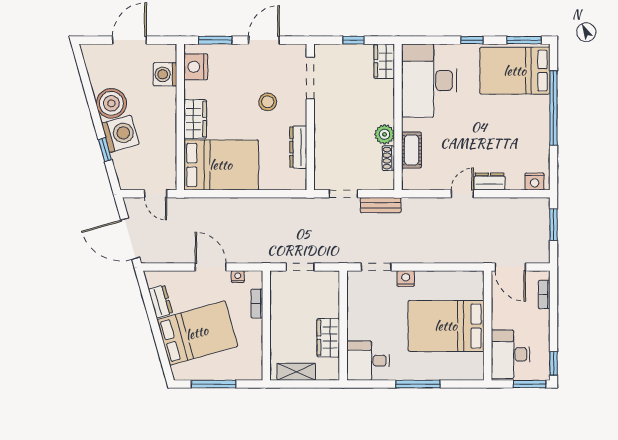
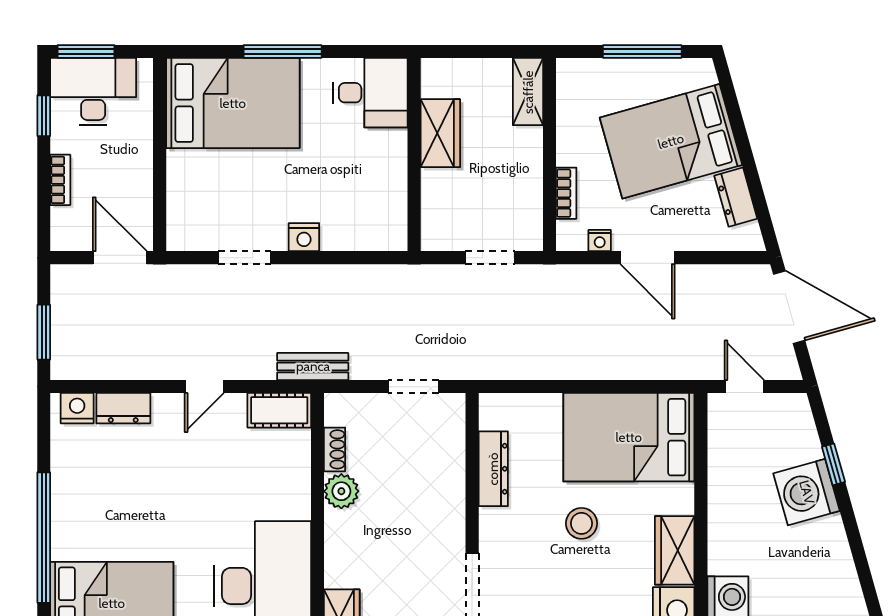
stool: (268, 102) -> (581, 523), moved
boiler: (111, 103) -> (822, 546), removed
wardrobe: (195, 119) -> (675, 550), moved
cot: (412, 150) -> (279, 410), moved, turned 90
dresser: (489, 181) -> (123, 408), moved
bench: (381, 205) -> (313, 366), moved
doorway: (376, 267) -> (244, 258), moved
bookcase: (544, 295) -> (60, 180), moved
bed: (446, 326) -> (233, 103), moved
desk: (510, 354) -> (93, 92), moved, turned -90
window: (554, 363) -> (44, 116), moved
shelving: (296, 372) -> (528, 92), moved, turned 90

